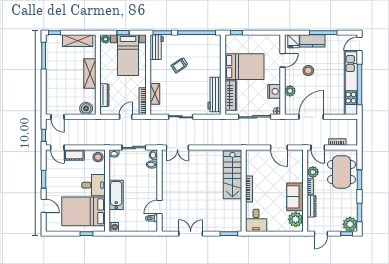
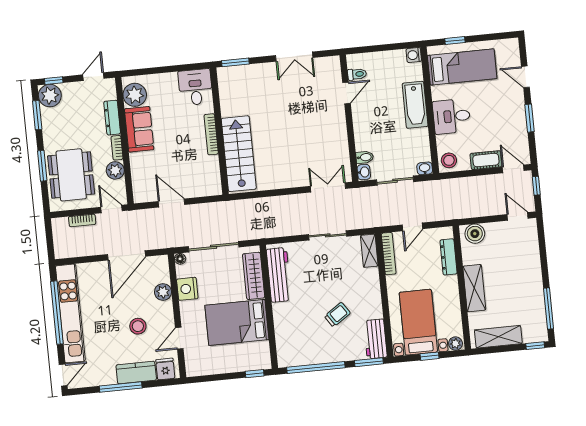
shelving: (155, 94) -> (369, 251), moved
bed: (84, 211) -> (462, 67), width x0.67

